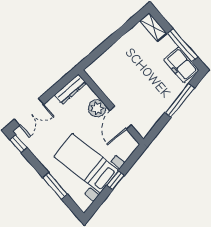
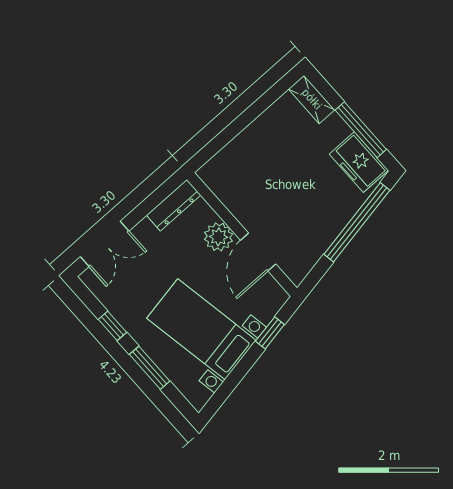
window: (180, 100) -> (357, 222), width x1.46
window: (18, 144) -> (112, 326), moved
window: (115, 180) -> (270, 333), moved

